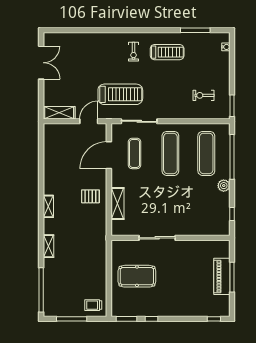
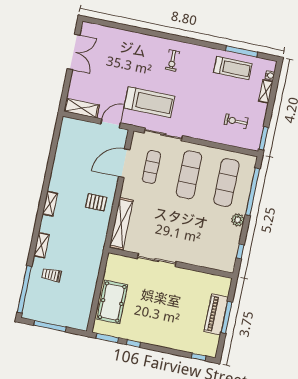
treadmill: (167, 52) -> (233, 68), moved
shelving: (225, 62) -> (266, 91), added
shelving: (117, 203) -> (121, 223), width x1.47
pool table: (137, 276) -> (112, 302), moved, turned 90
trolley: (93, 305) -> (51, 275), moved

